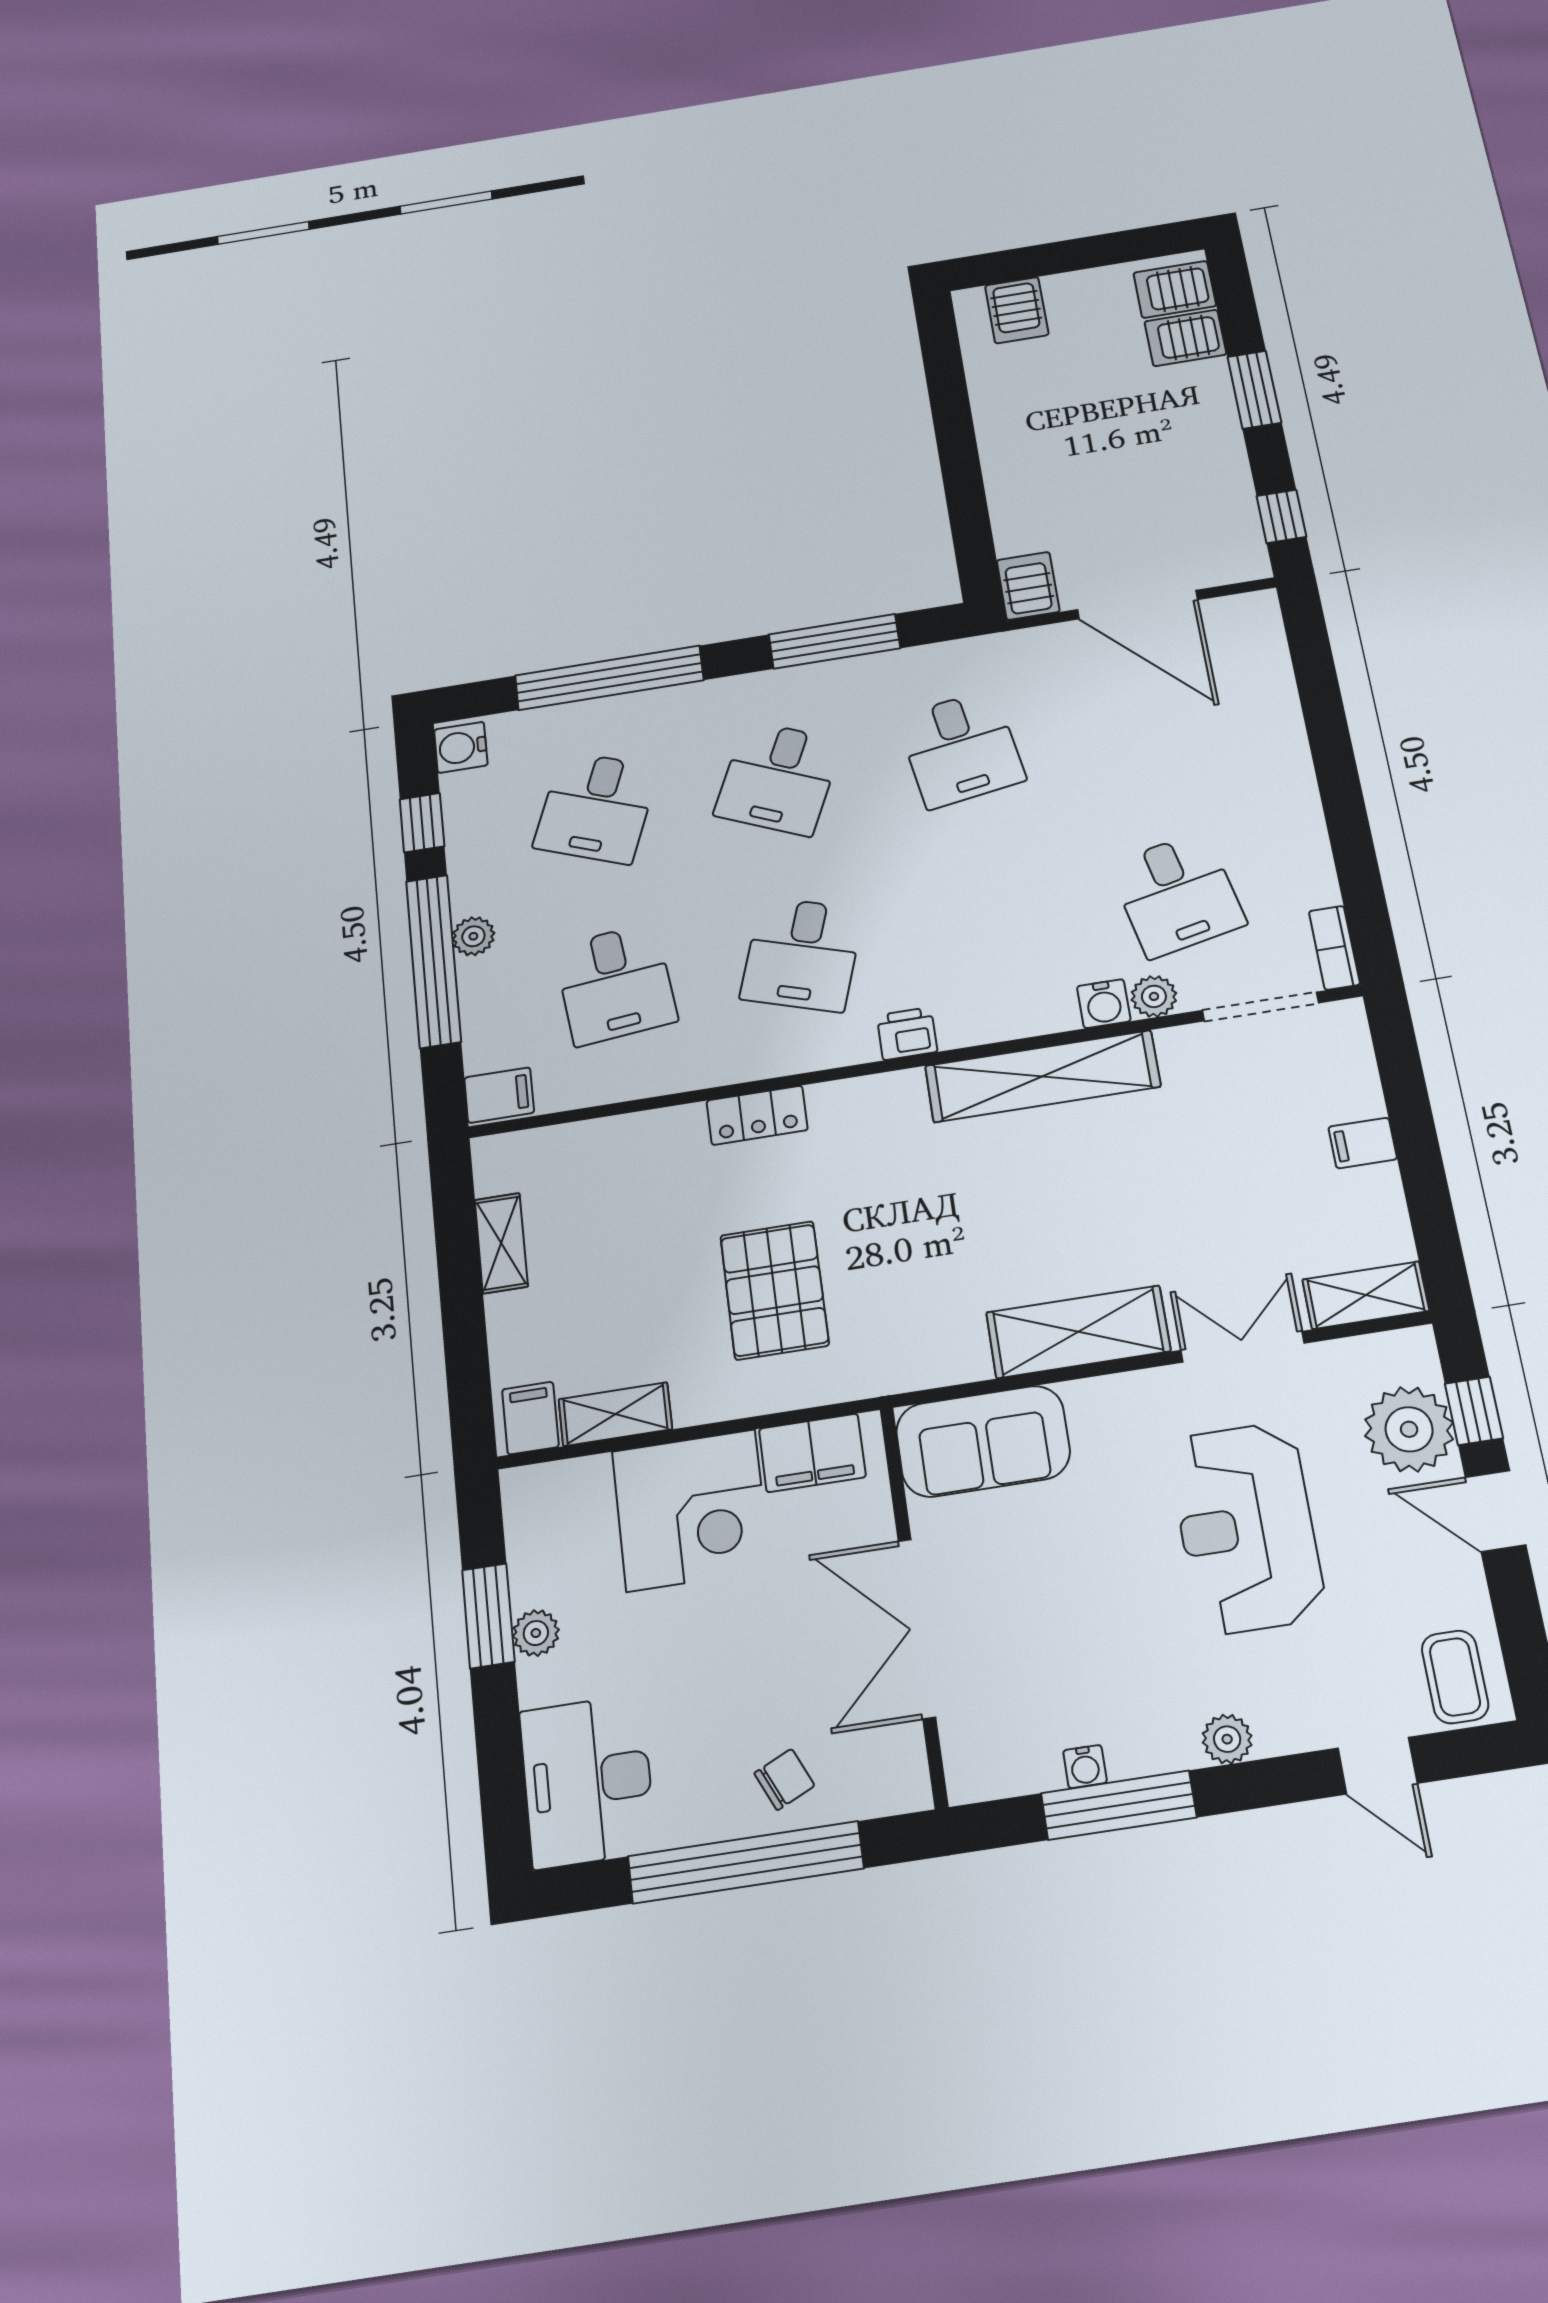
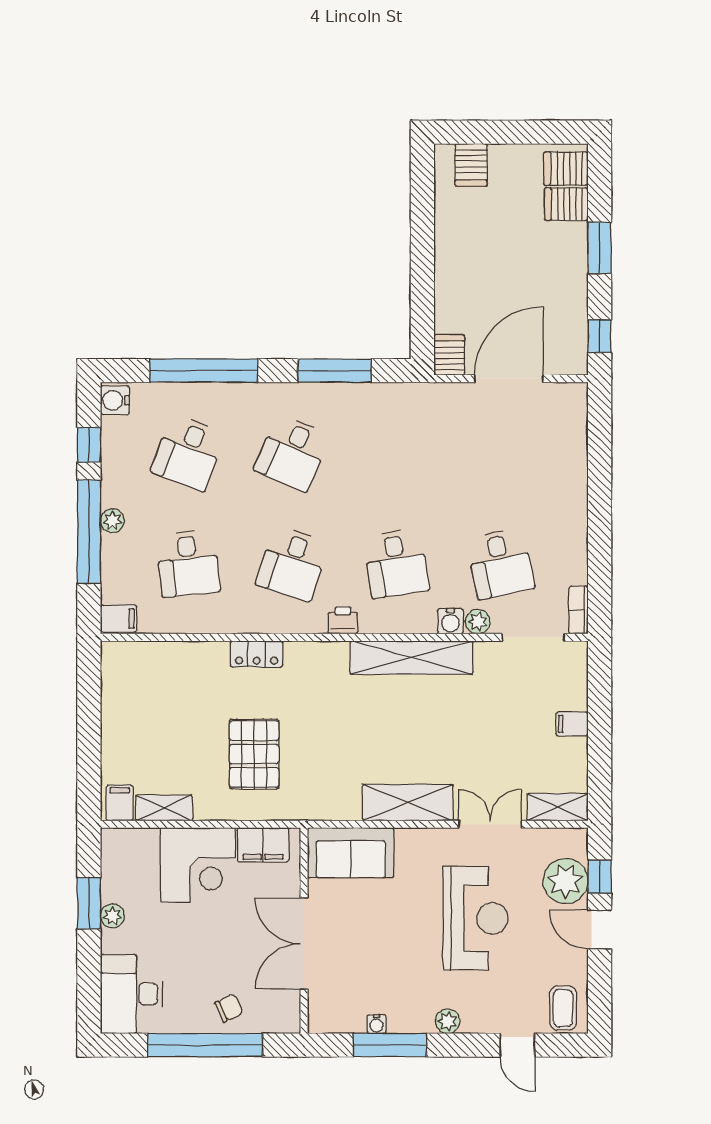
door: (1137, 605) -> (509, 379), swing flipped
desk: (961, 749) -> (396, 563), moved
shelving: (501, 1243) -> (113, 704), removed
reception desk: (1246, 1528) -> (475, 918), turned 180

